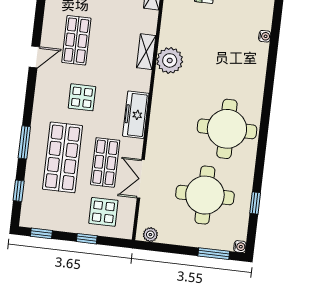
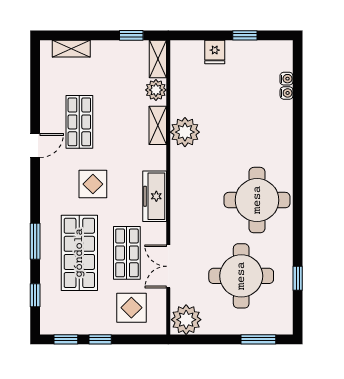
plant: (148, 20) -> (156, 90), added
plant: (150, 235) -> (186, 320), width x1.88, depth x1.88
window: (87, 239) -> (100, 339), moved
water cooler: (240, 247) -> (286, 79), moved

